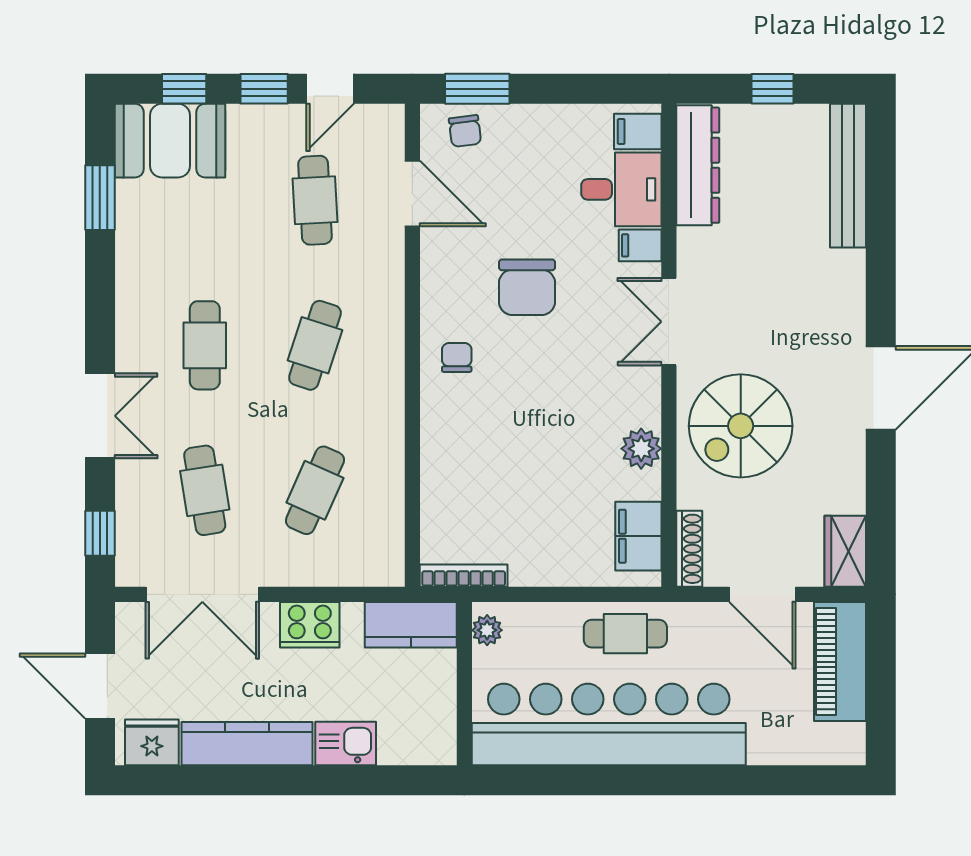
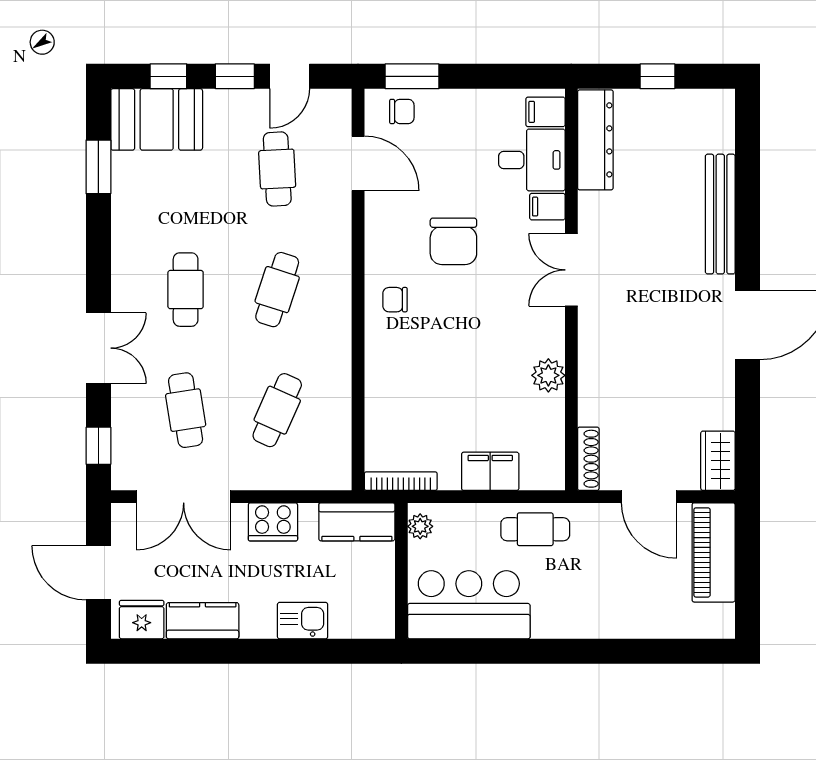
chair: (465, 131) -> (402, 111), turned -83
bench: (848, 176) -> (720, 214), moved
chair: (457, 357) -> (395, 300), turned -90
spiral stairs: (741, 426) -> (631, 357), removed
filing cabinet: (638, 536) -> (490, 471), moved, turned 90
bar counter: (609, 724) -> (469, 605), width x0.54
kitchen counter: (247, 744) -> (203, 621), width x0.67

